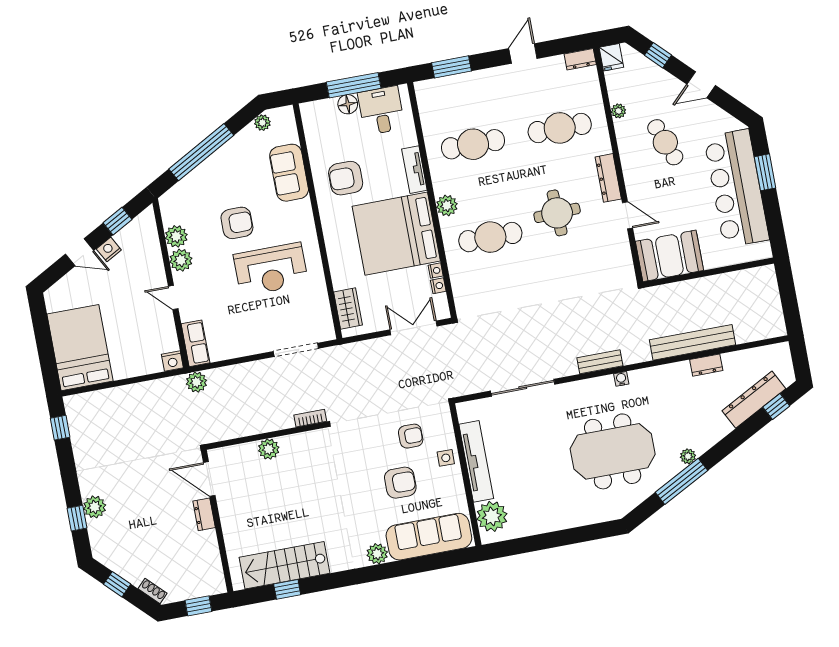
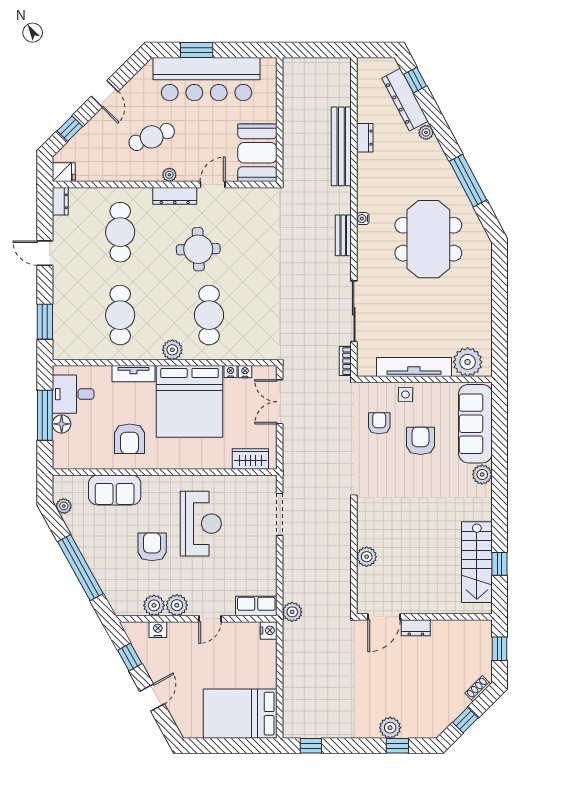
plant: (618, 111) -> (169, 175), moved
nightstand: (109, 249) -> (158, 630), moved, turned 119
bookcase: (310, 418) -> (345, 361), moved
plant: (688, 456) -> (426, 132), moved

